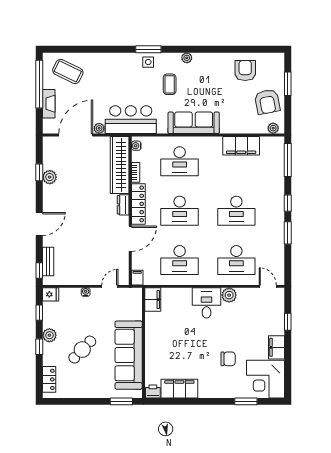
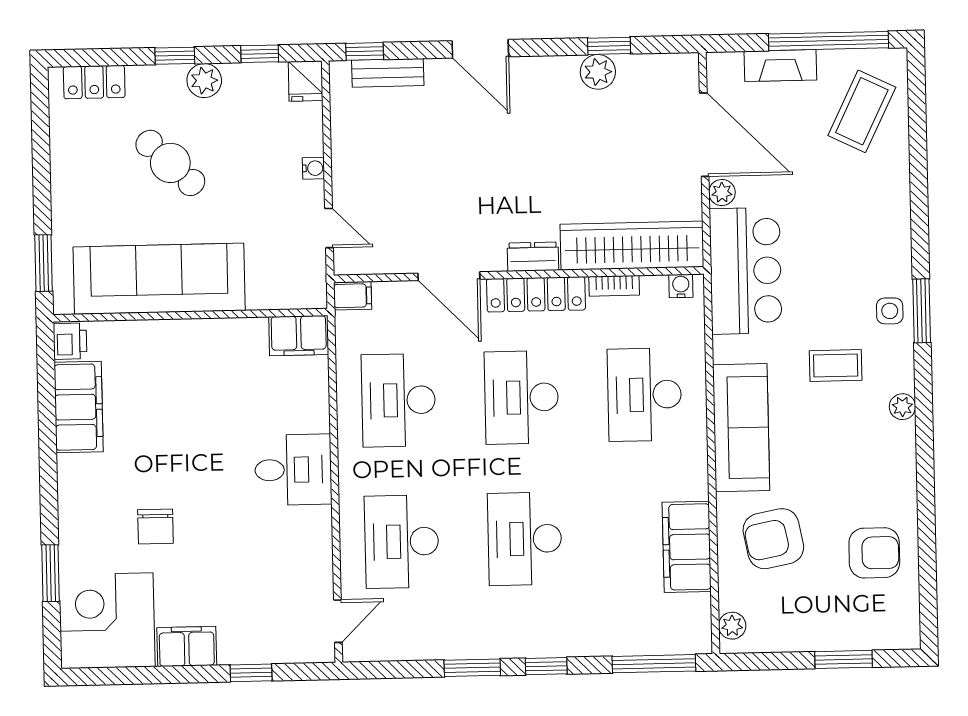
armchair: (267, 102) -> (773, 539), moved
plant: (229, 295) -> (314, 525), removed

